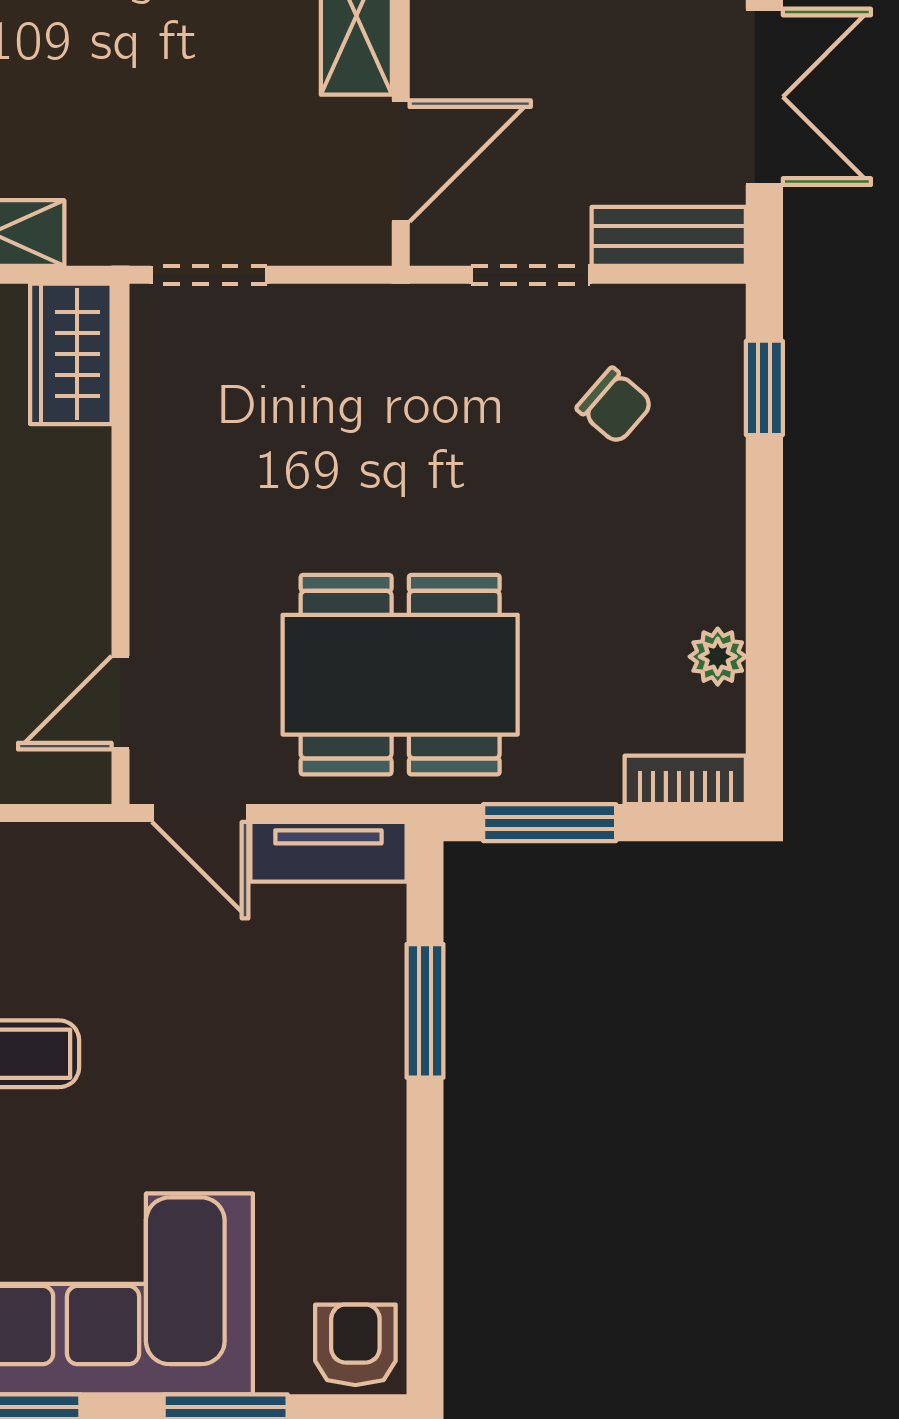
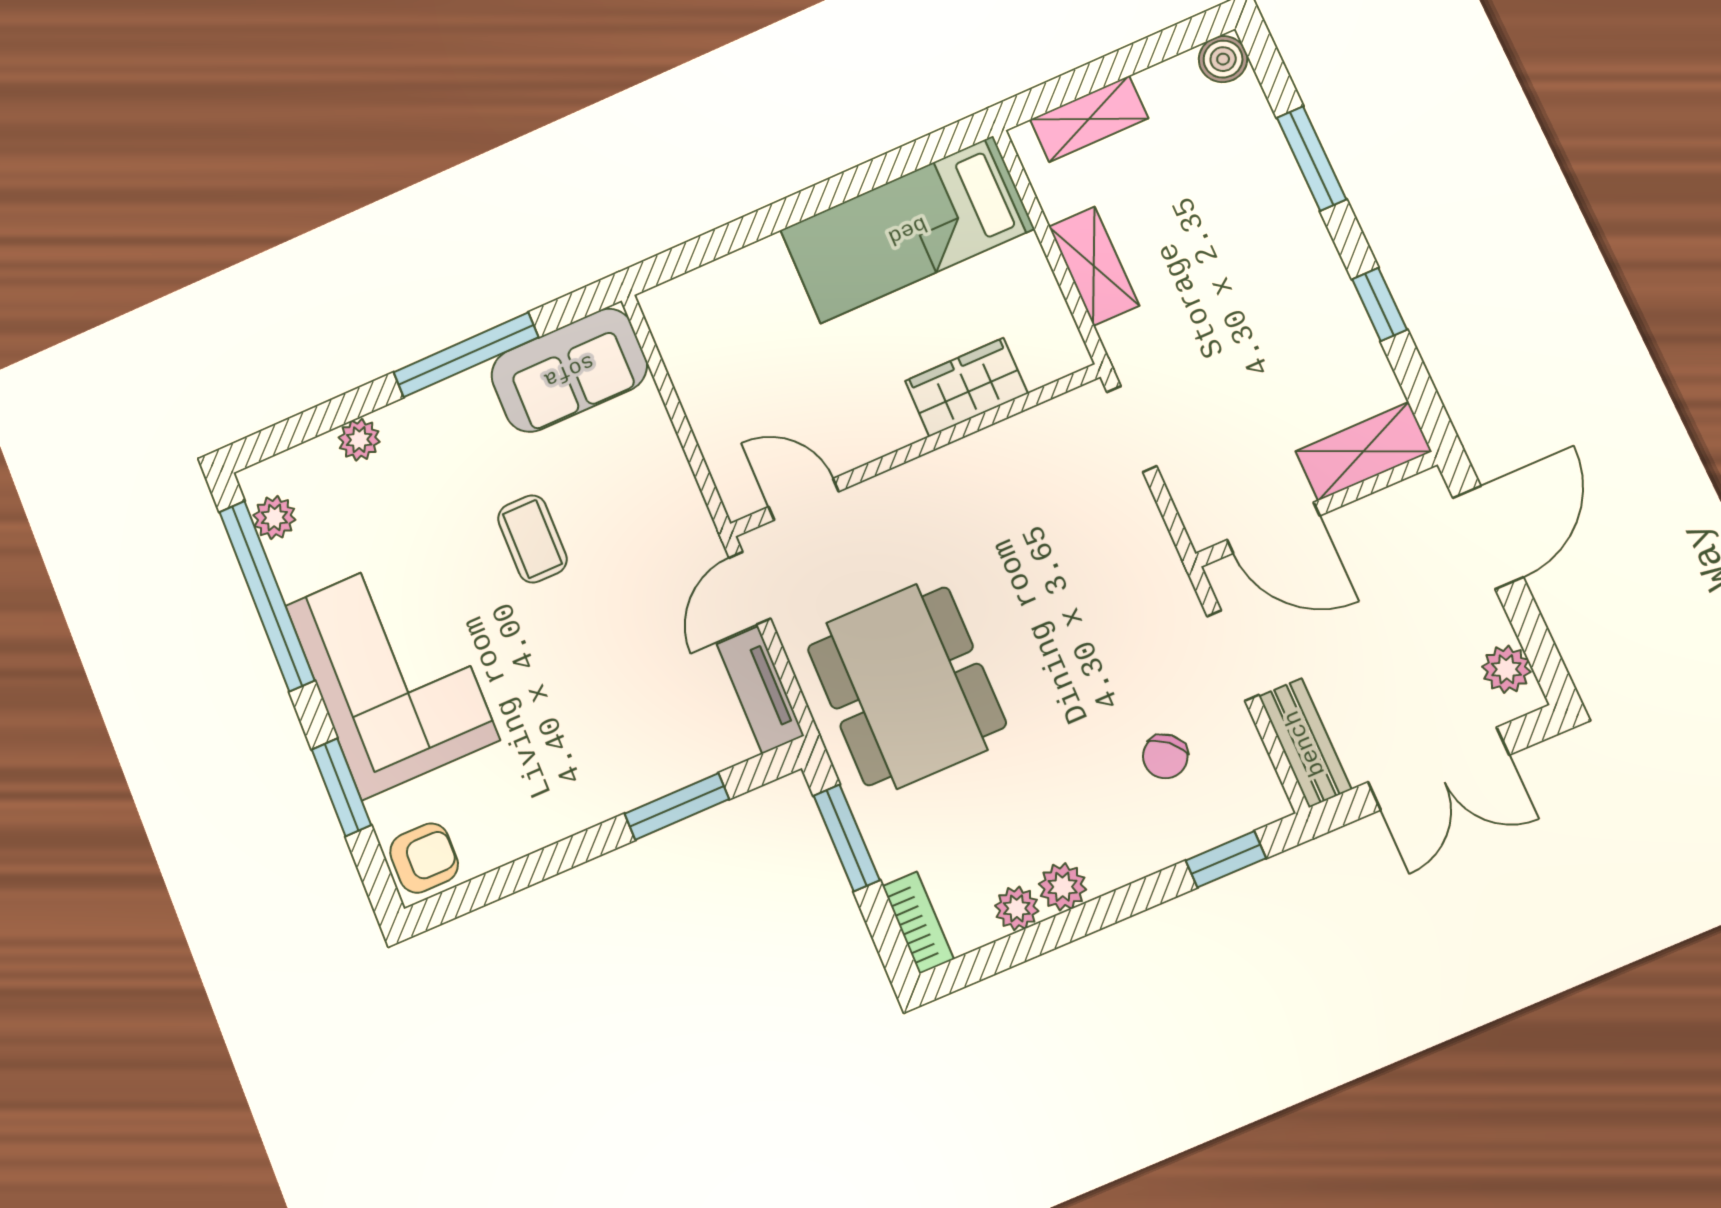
wardrobe: (71, 354) -> (966, 387), moved
plant: (715, 592) -> (1063, 887), added

